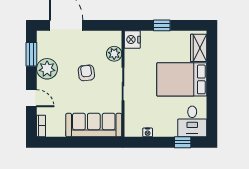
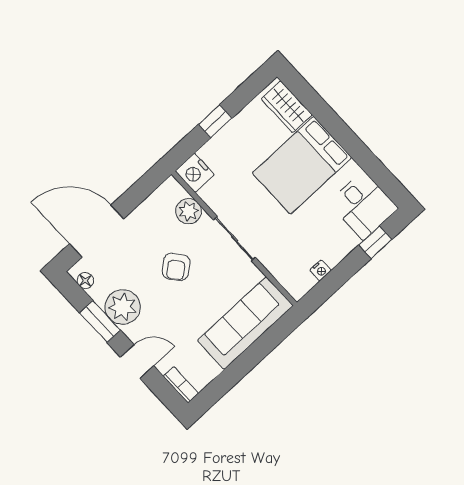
floor lamp: (41, 42) -> (85, 281), added
window: (31, 54) -> (100, 322), moved
armchair: (86, 73) -> (176, 267), turned -122

